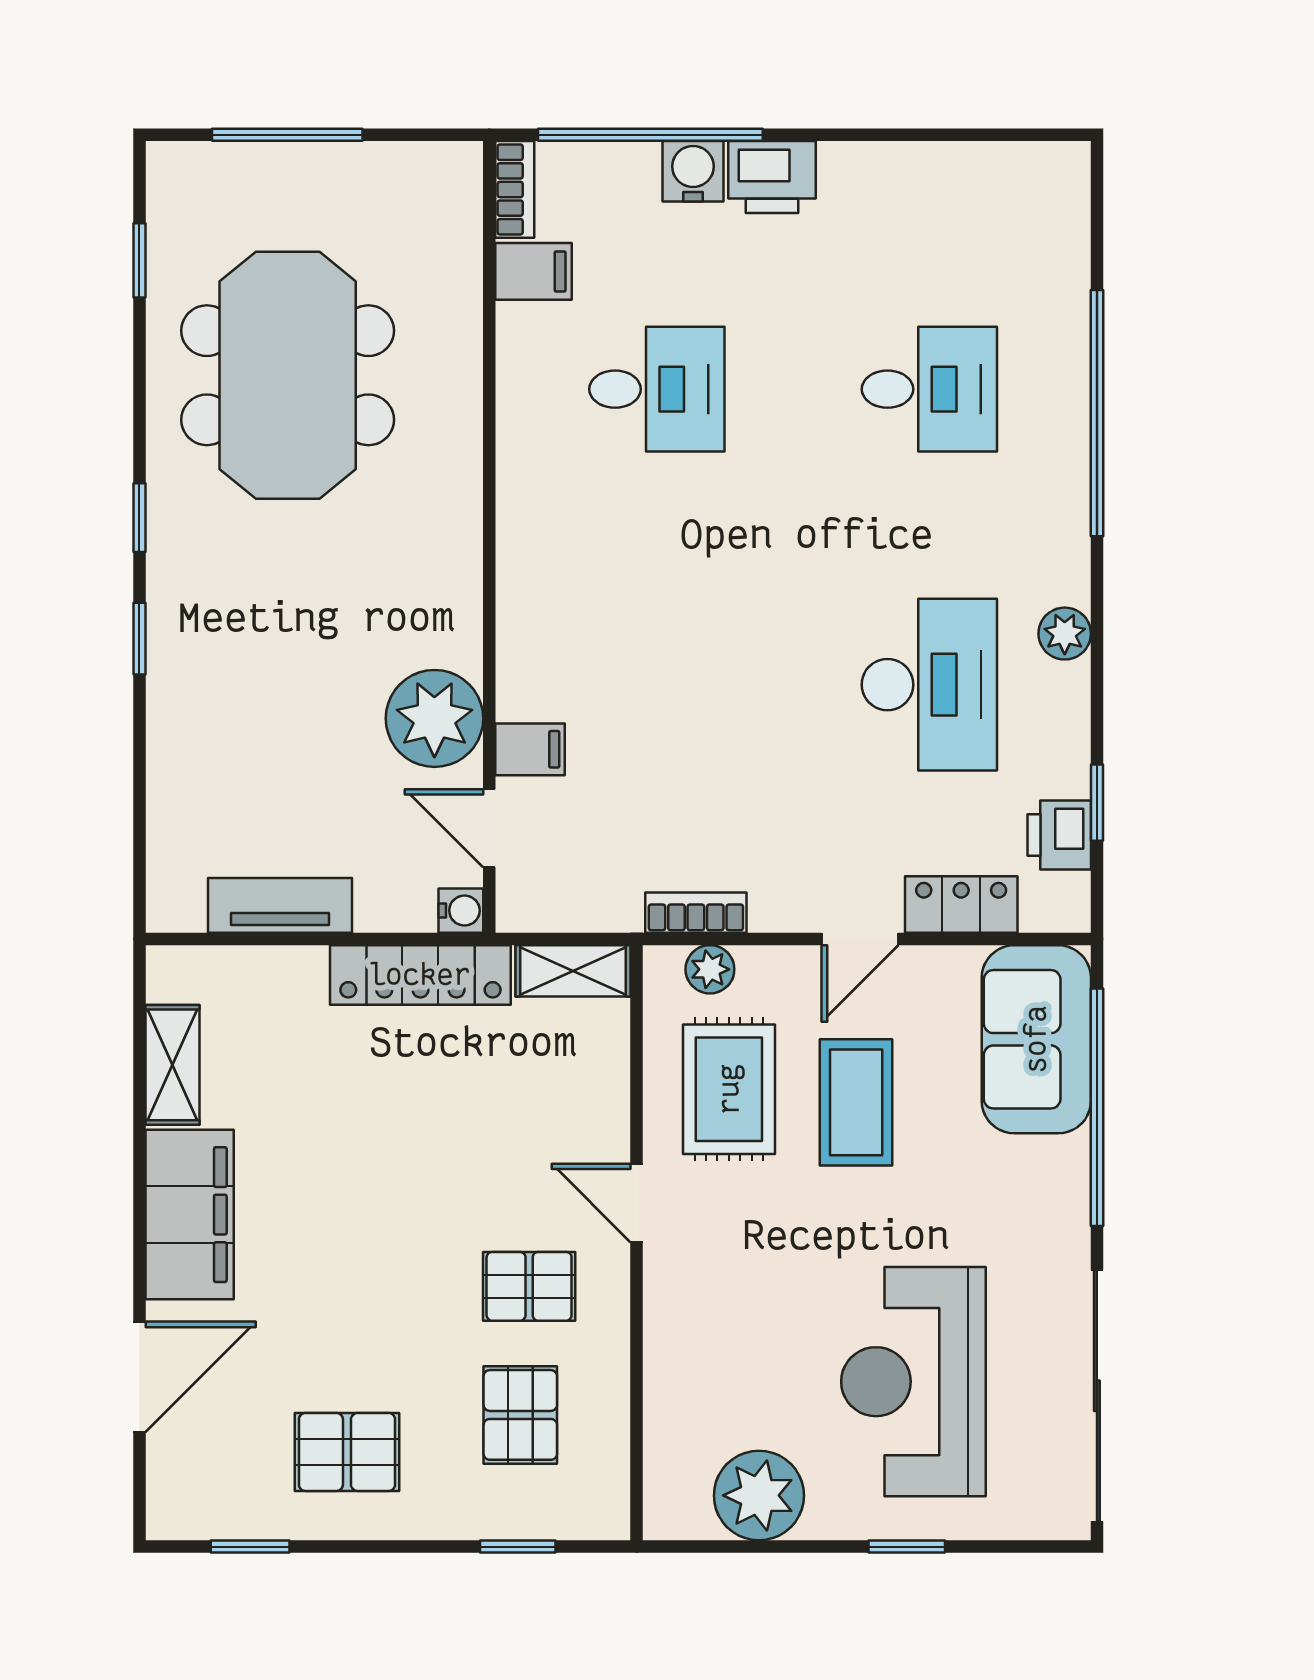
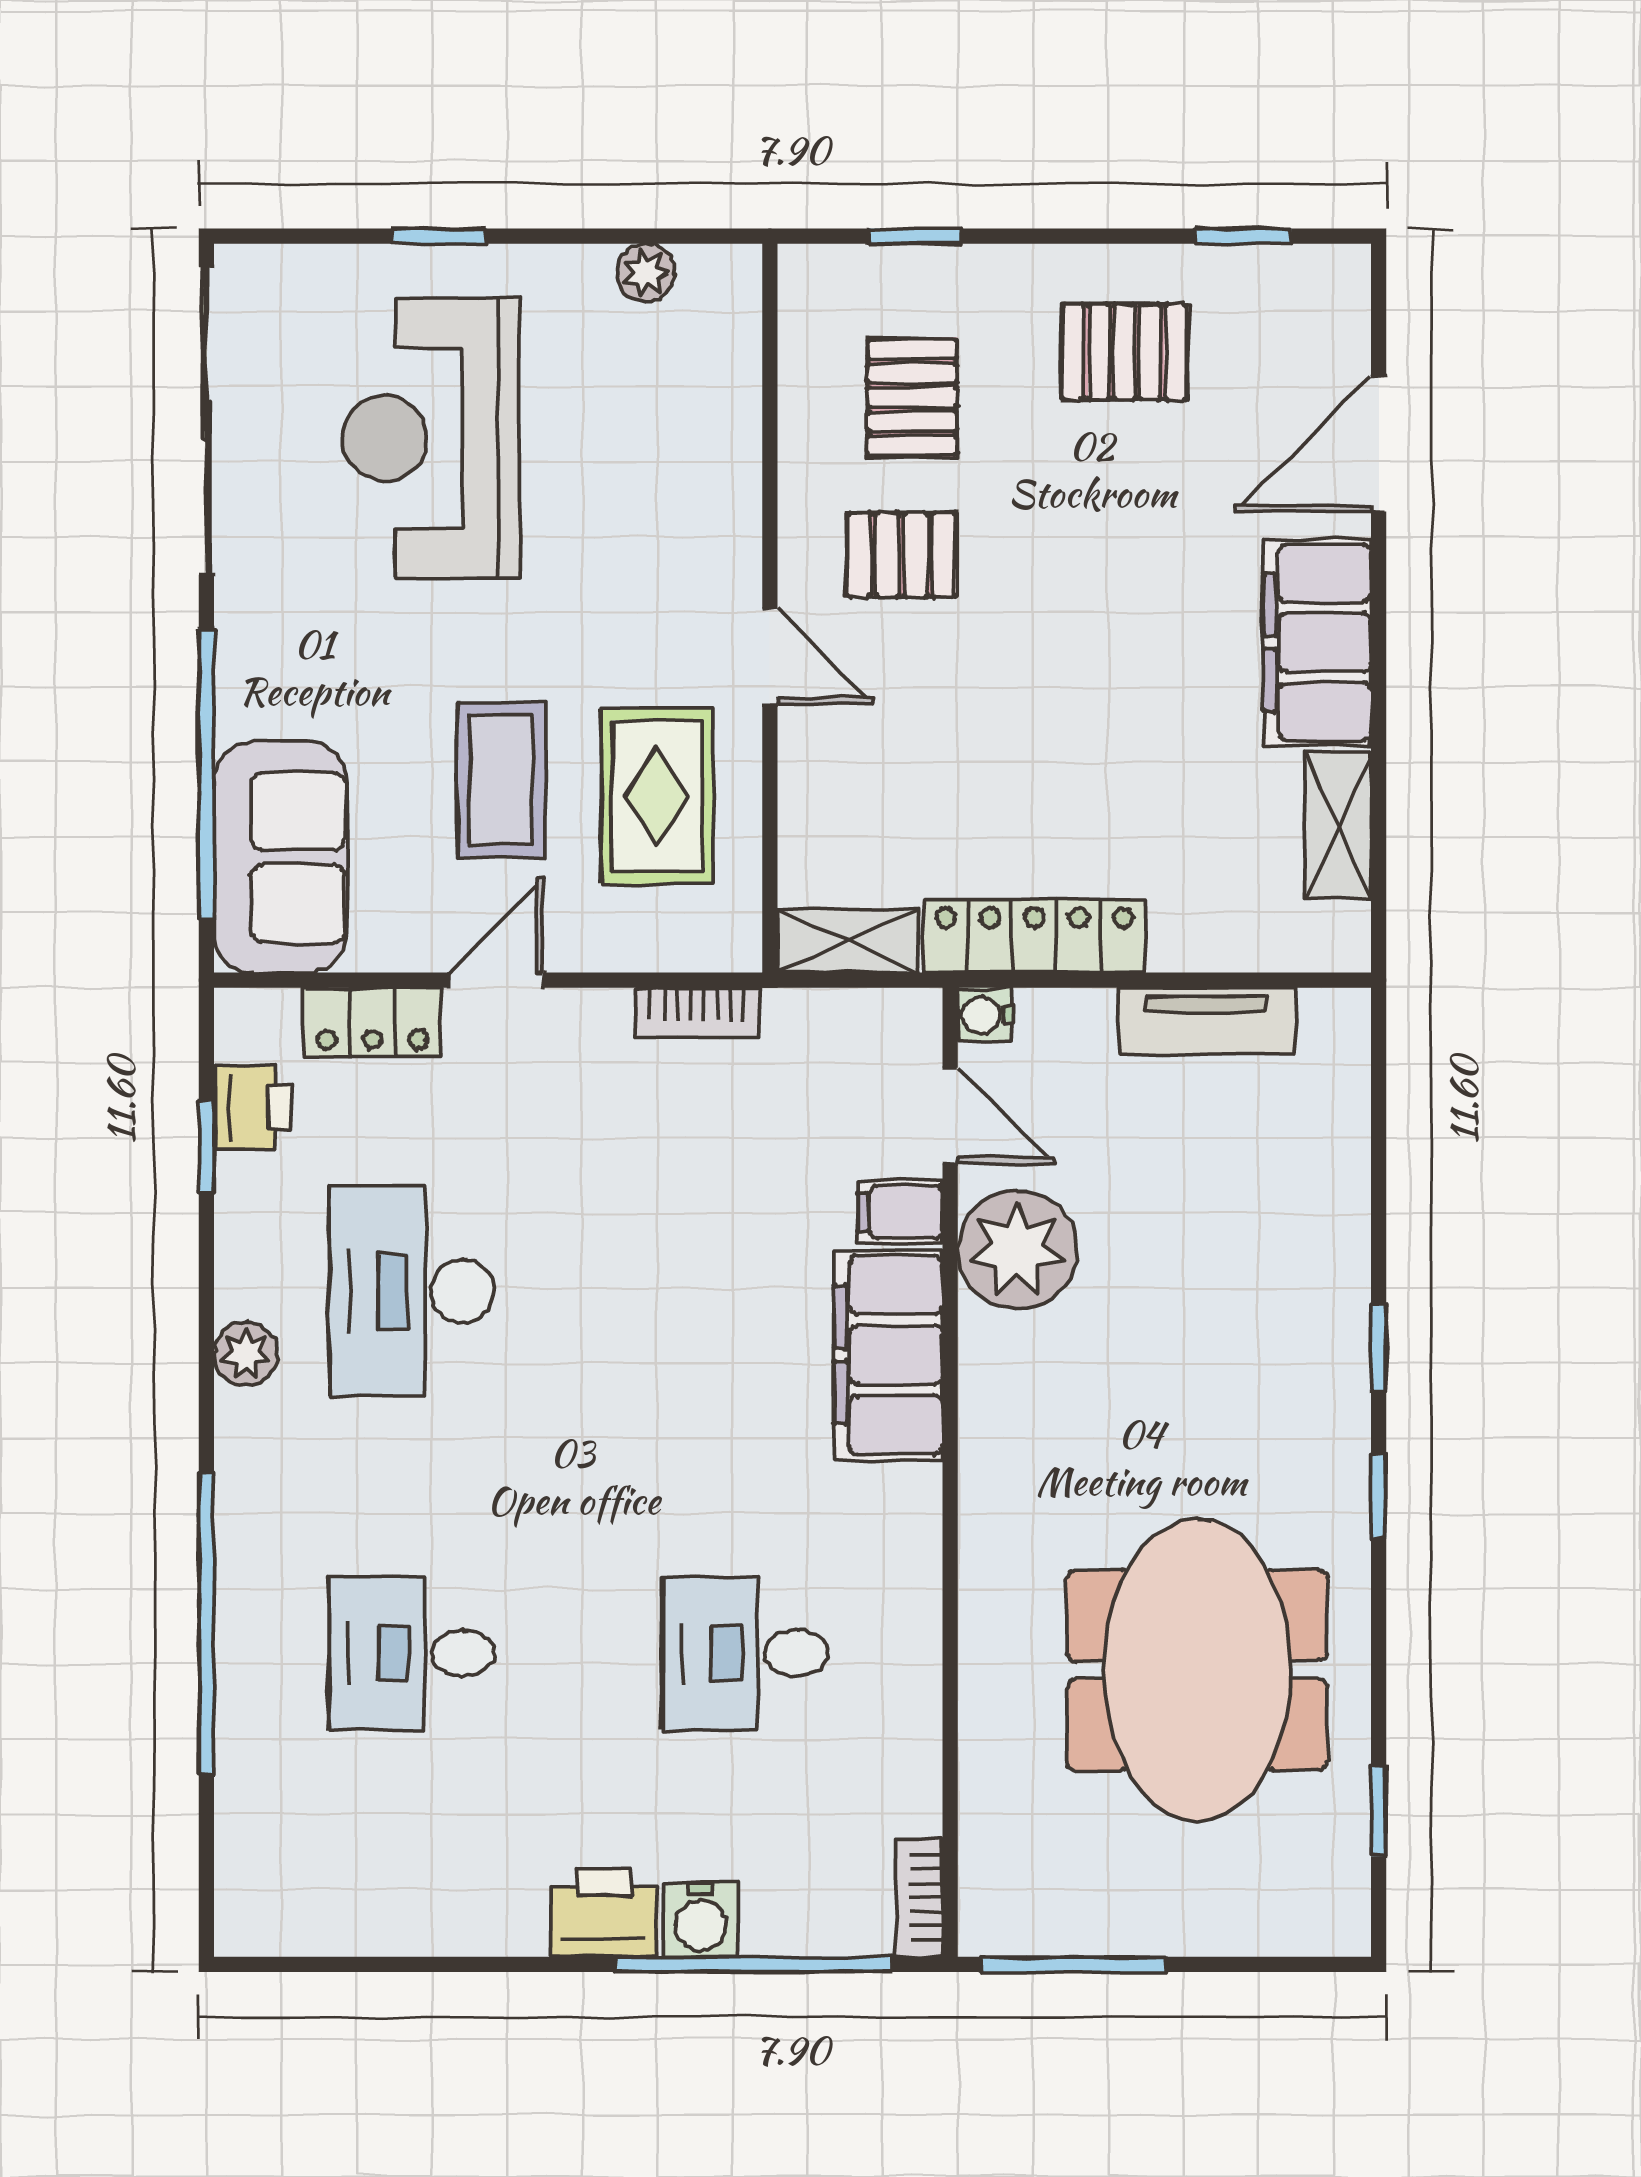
window: (287, 135) -> (1073, 1964), moved
filing cabinet: (533, 271) -> (888, 1355), moved, width x3.00, depth x1.17
plant: (710, 969) -> (680, 943), removed
reception desk: (913, 1382) -> (431, 438), turned 180
plant: (759, 1495) -> (646, 273), width x0.53, depth x0.53

